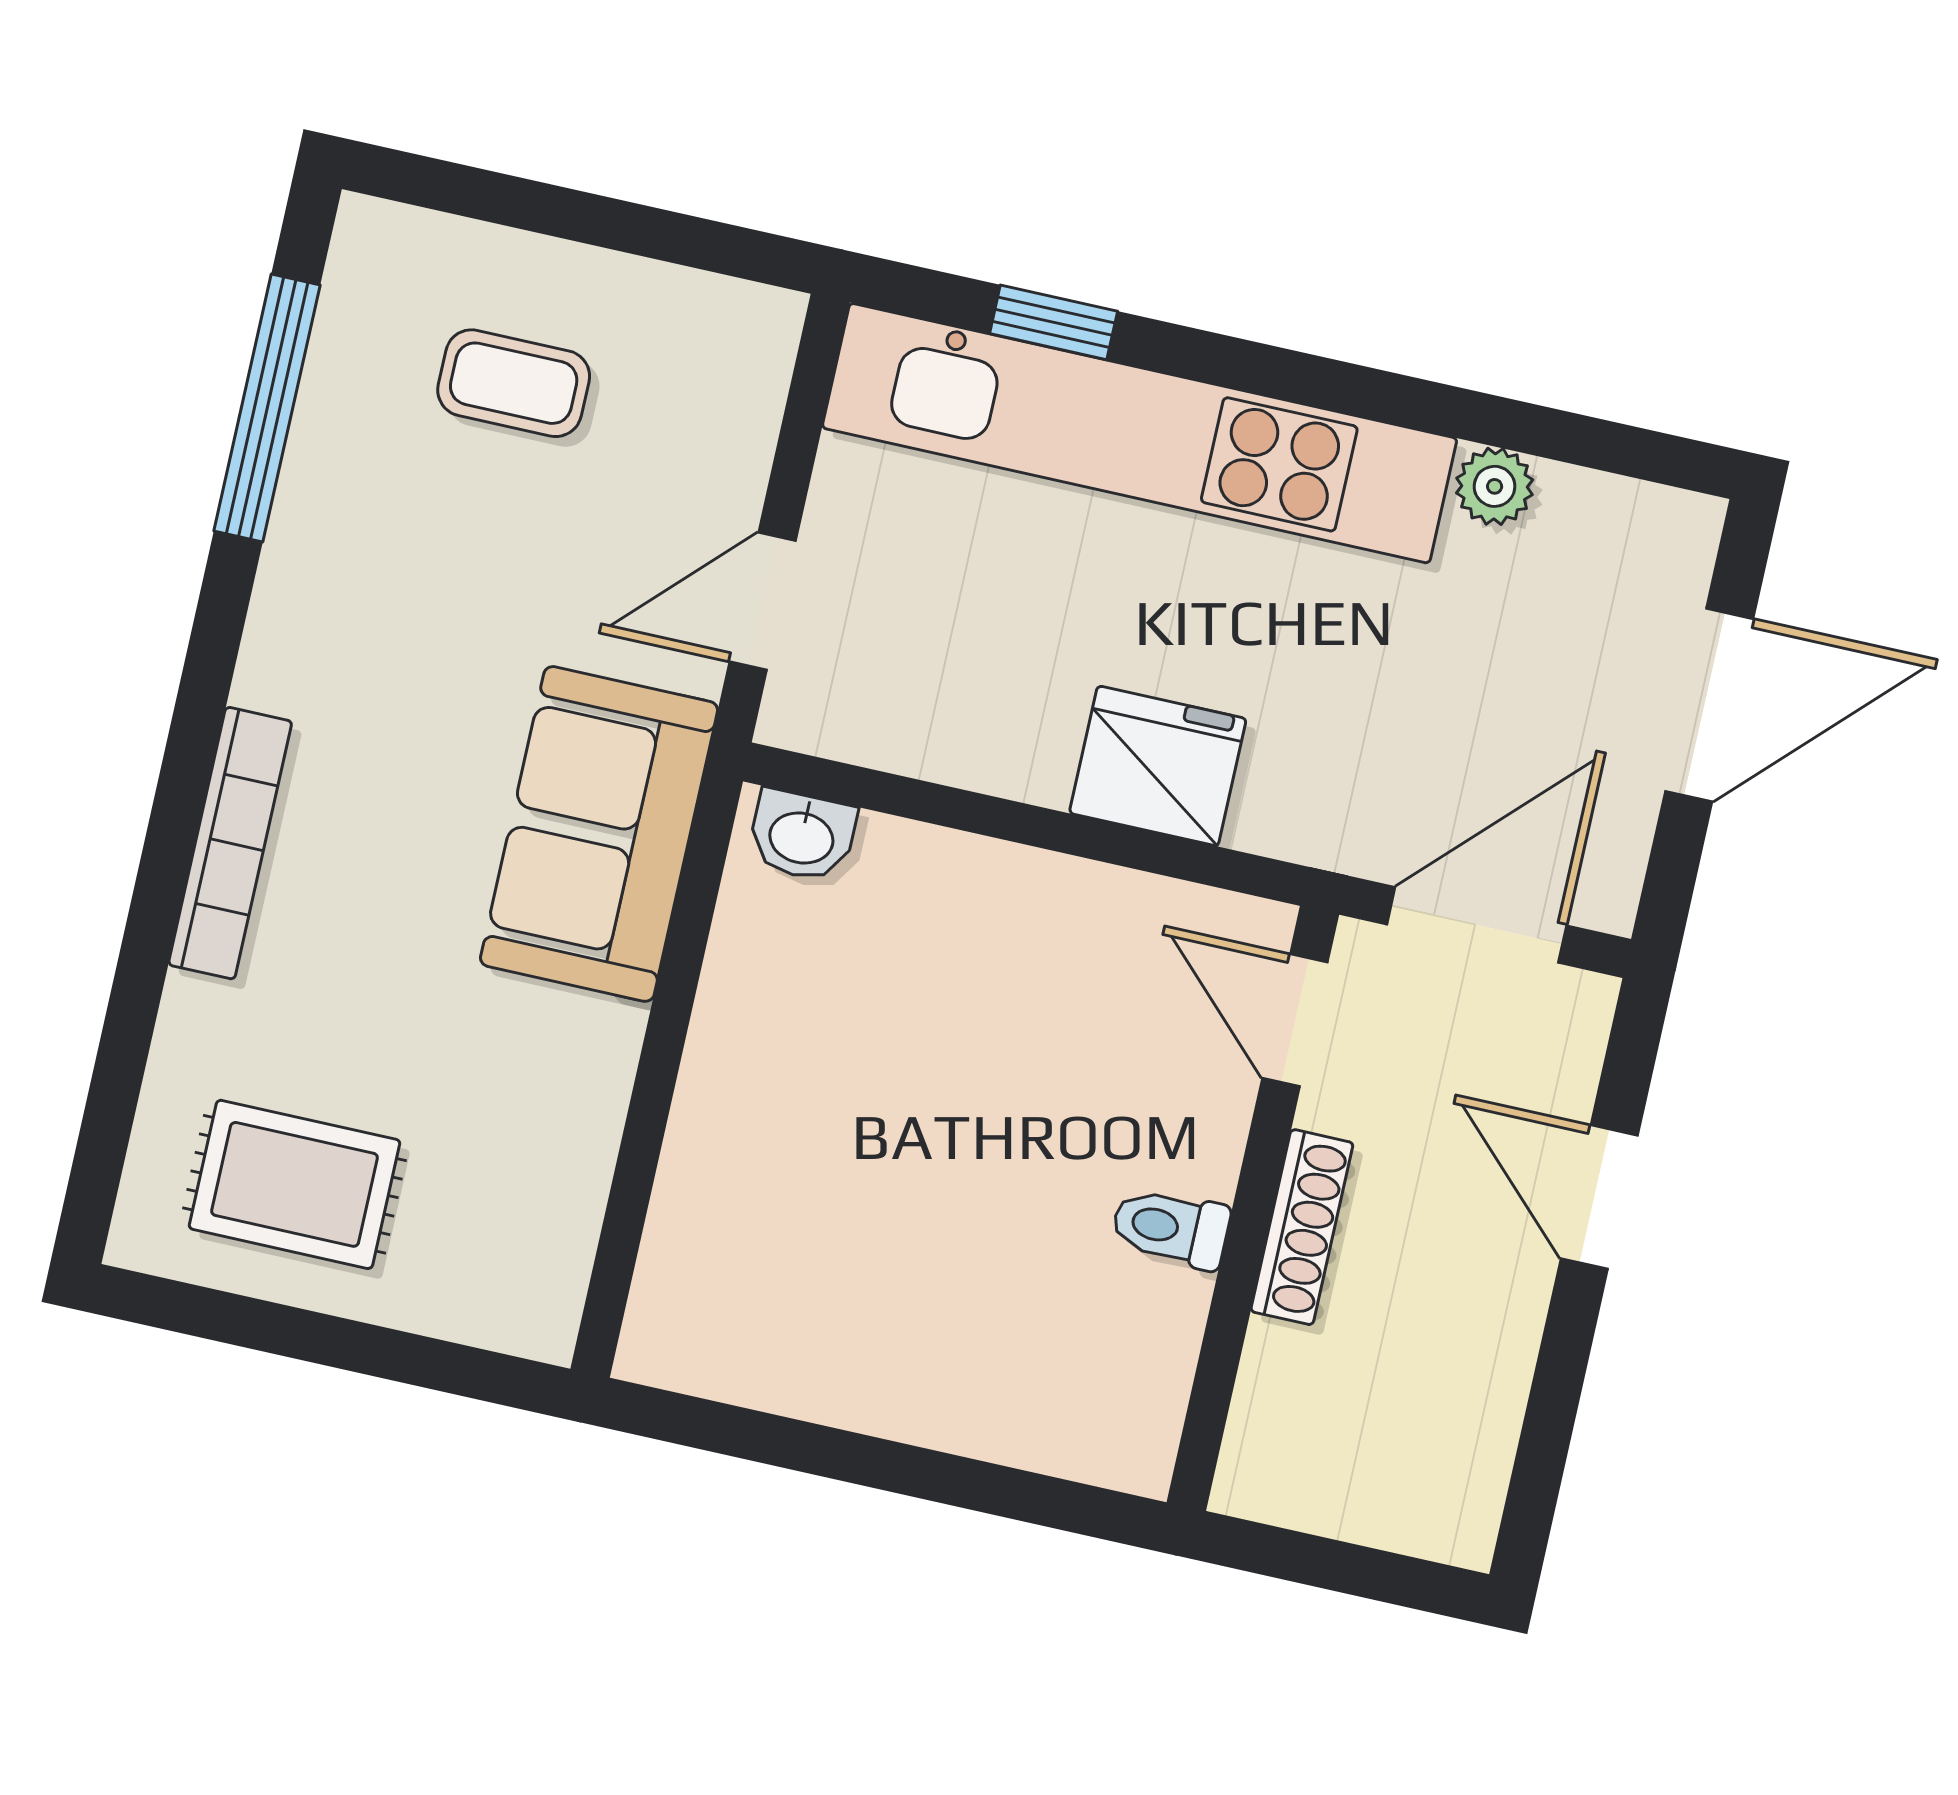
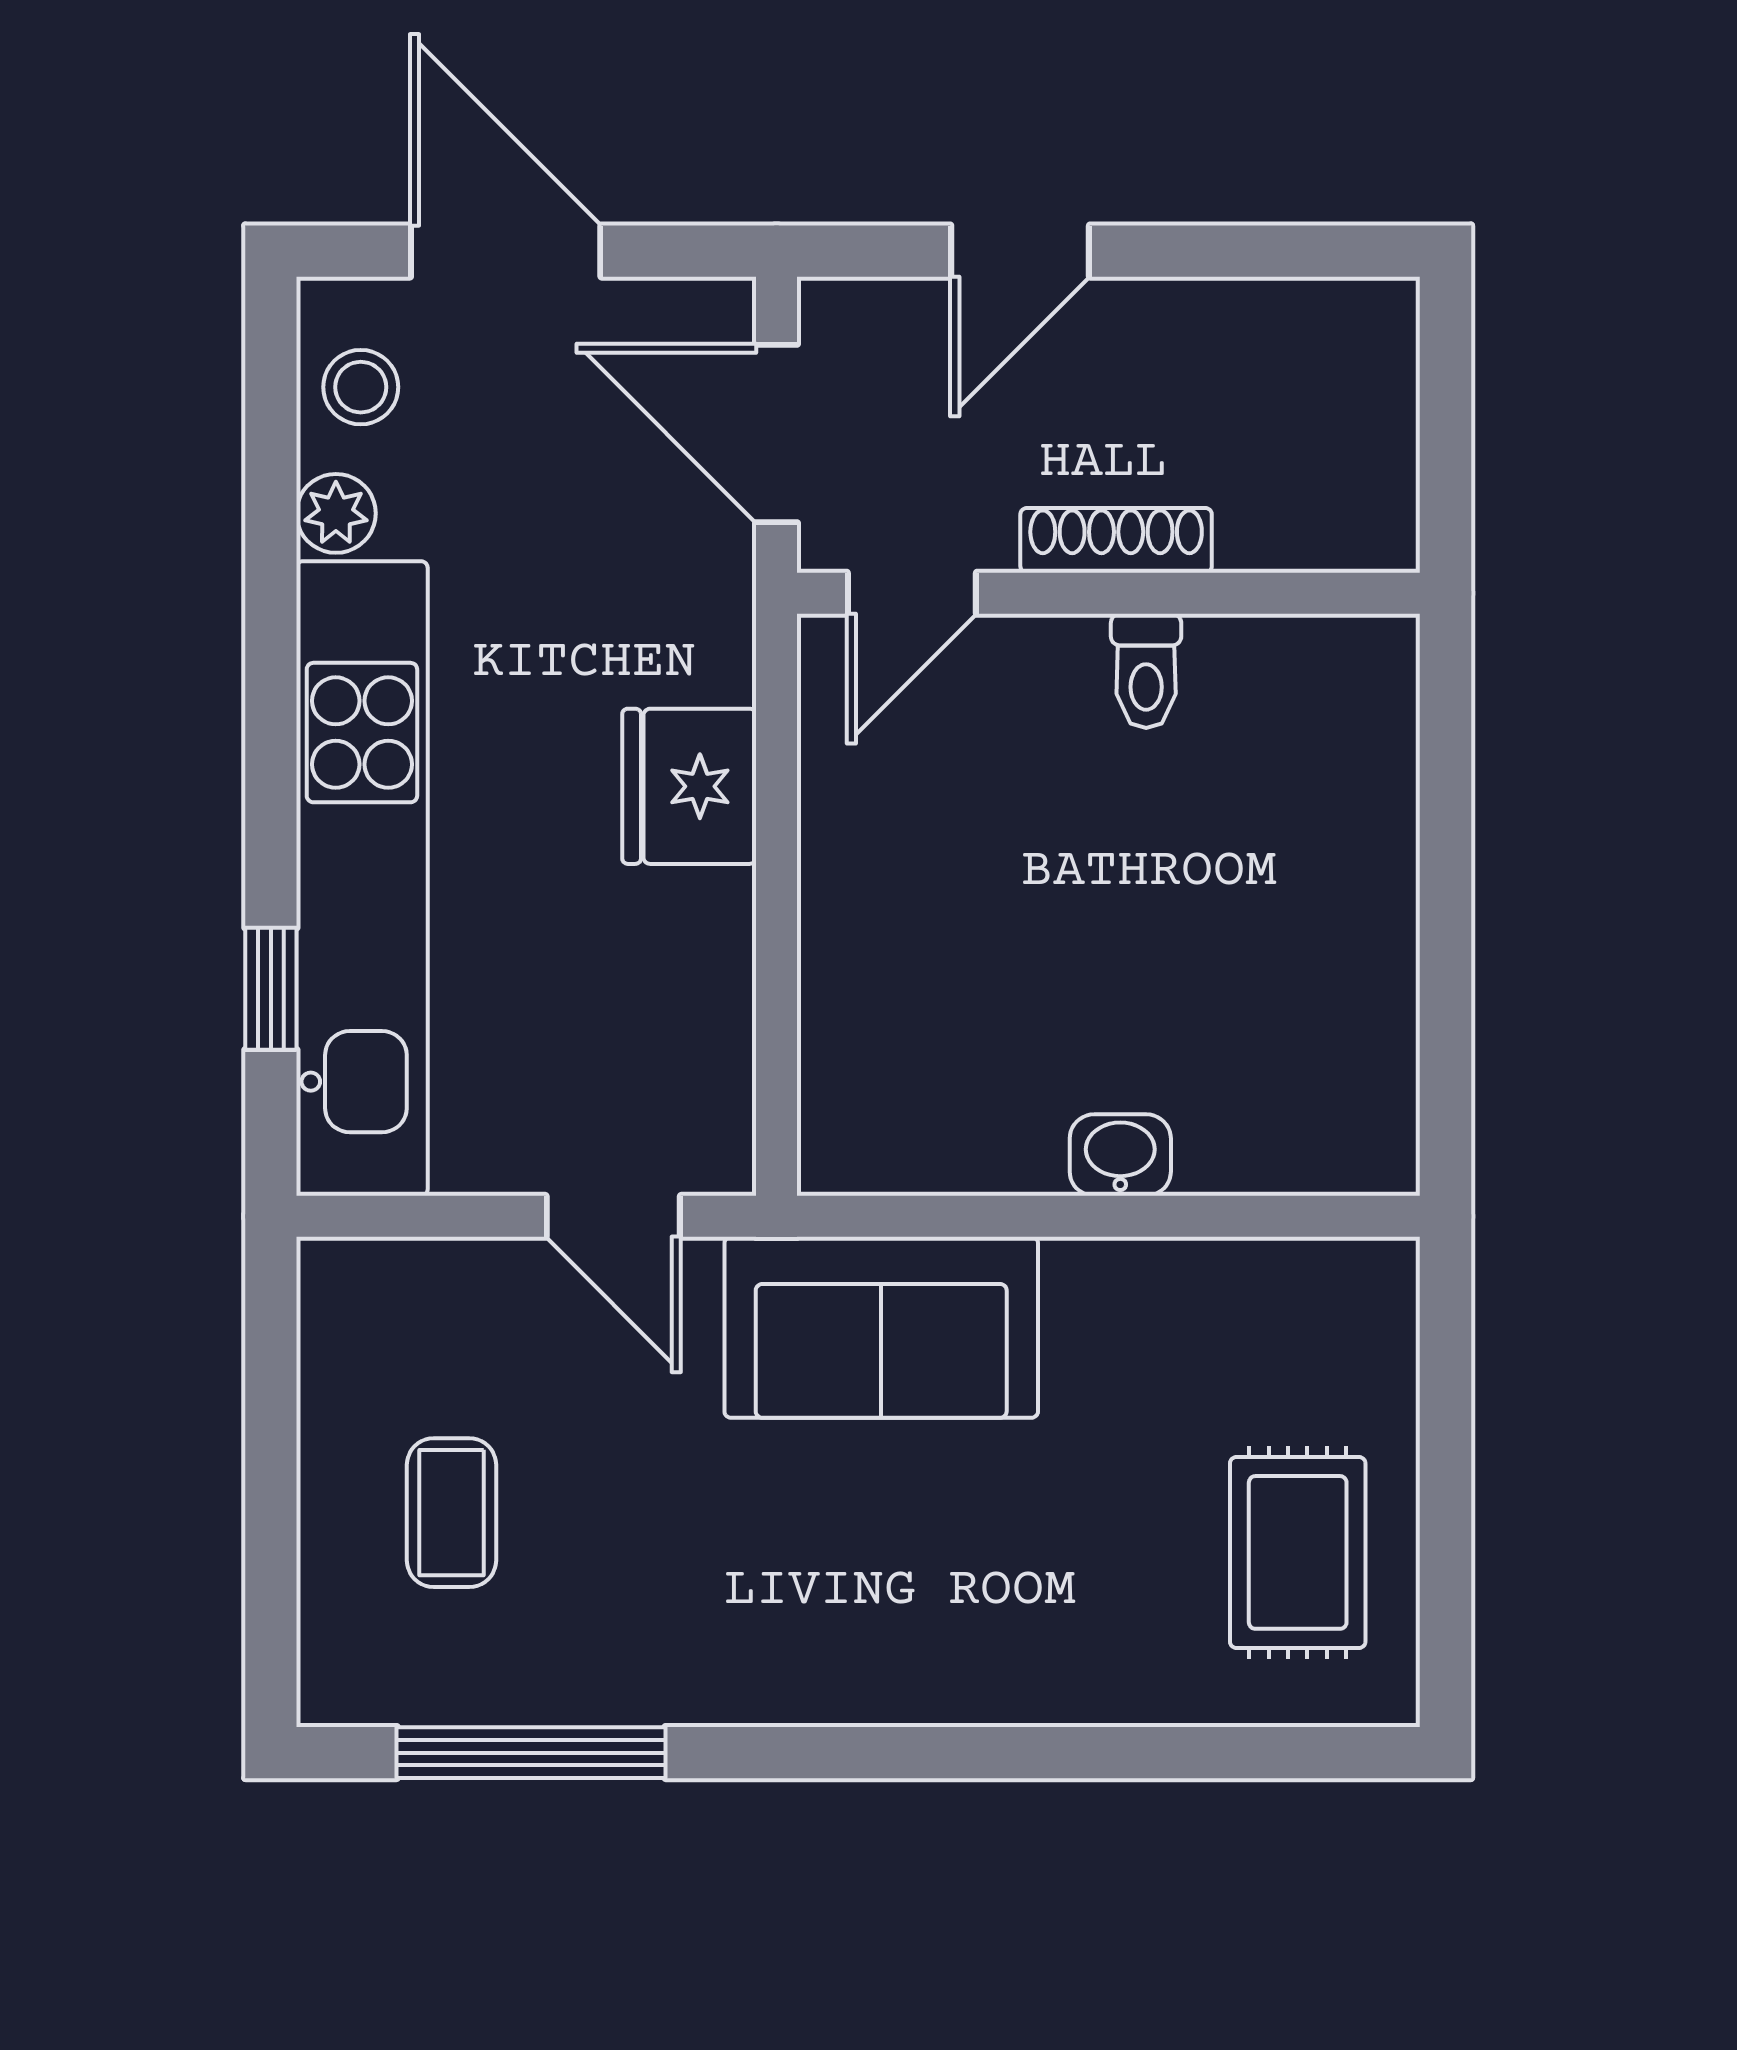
stool: (1610, 537) -> (361, 387), added
washbasin: (802, 836) -> (1120, 1155), moved, turned -90
bookcase: (230, 843) -> (972, 1692), removed

